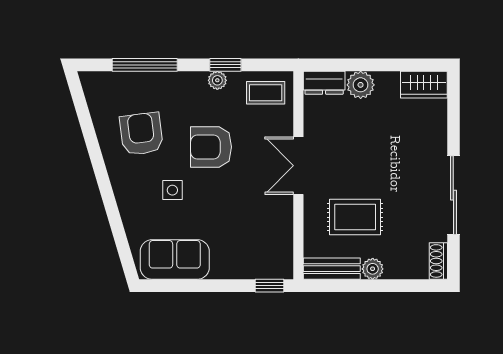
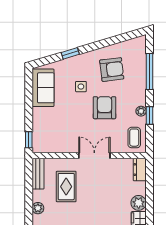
plant: (361, 85) -> (139, 203), moved
window: (112, 210) -> (70, 53), added
plant: (373, 269) -> (38, 208), moved

